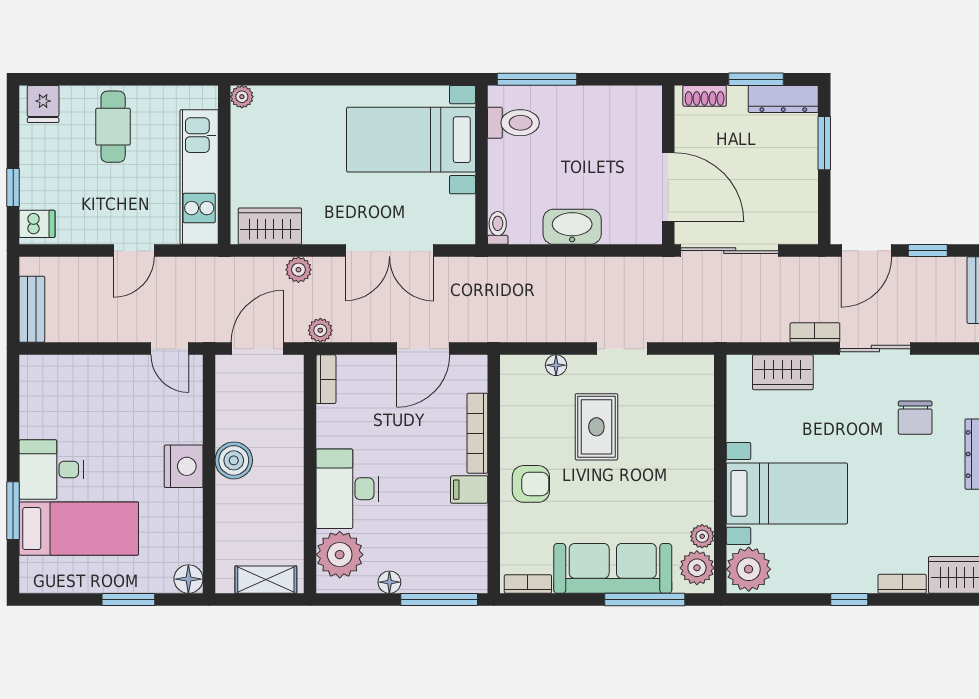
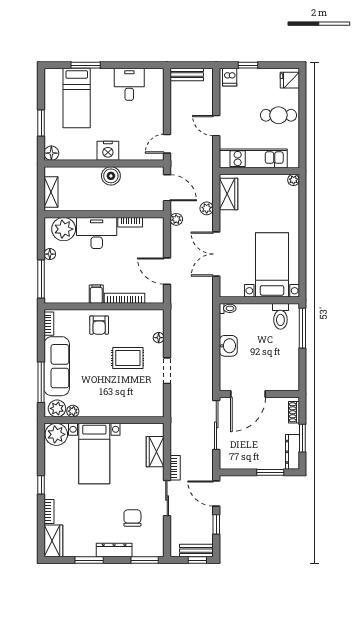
washbasin: (572, 227) -> (228, 346), width x0.72
bookcase: (326, 379) -> (130, 222), moved
chair: (915, 418) -> (132, 518), turned 90
desk: (51, 469) -> (129, 84), moved

